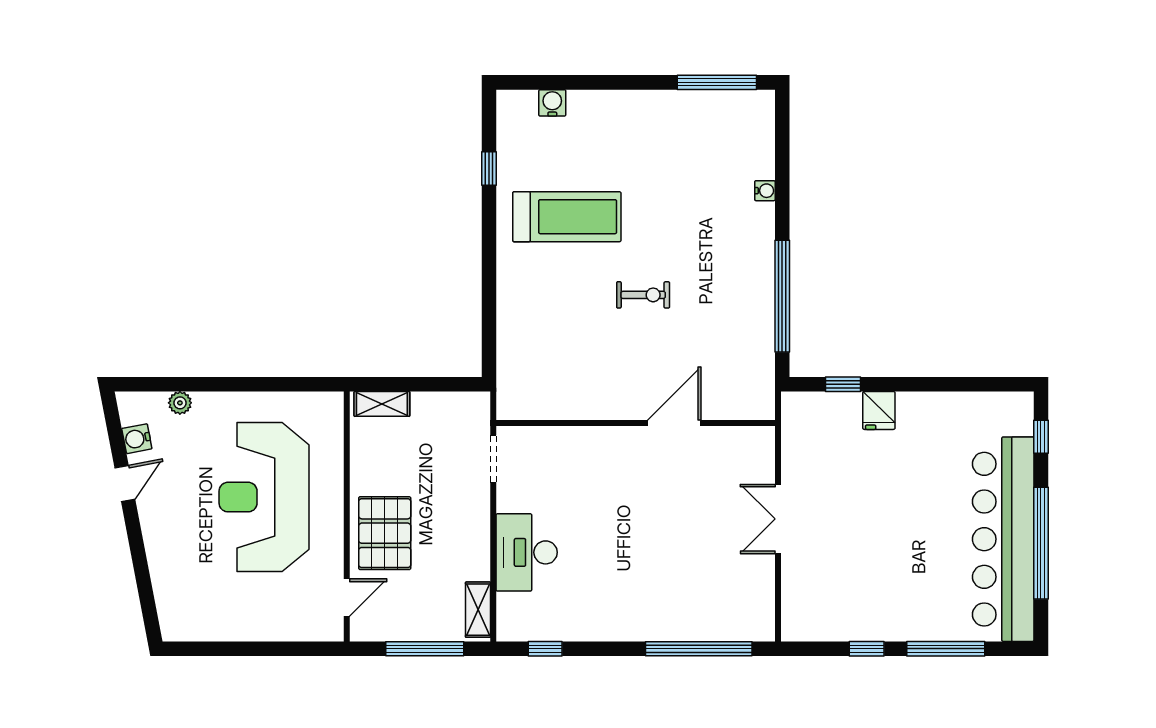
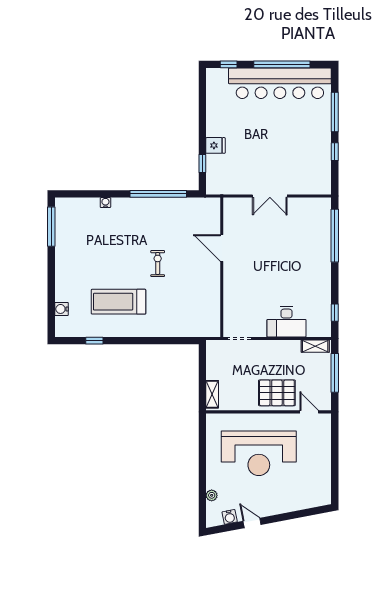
treadmill: (567, 217) -> (119, 302), turned -90

